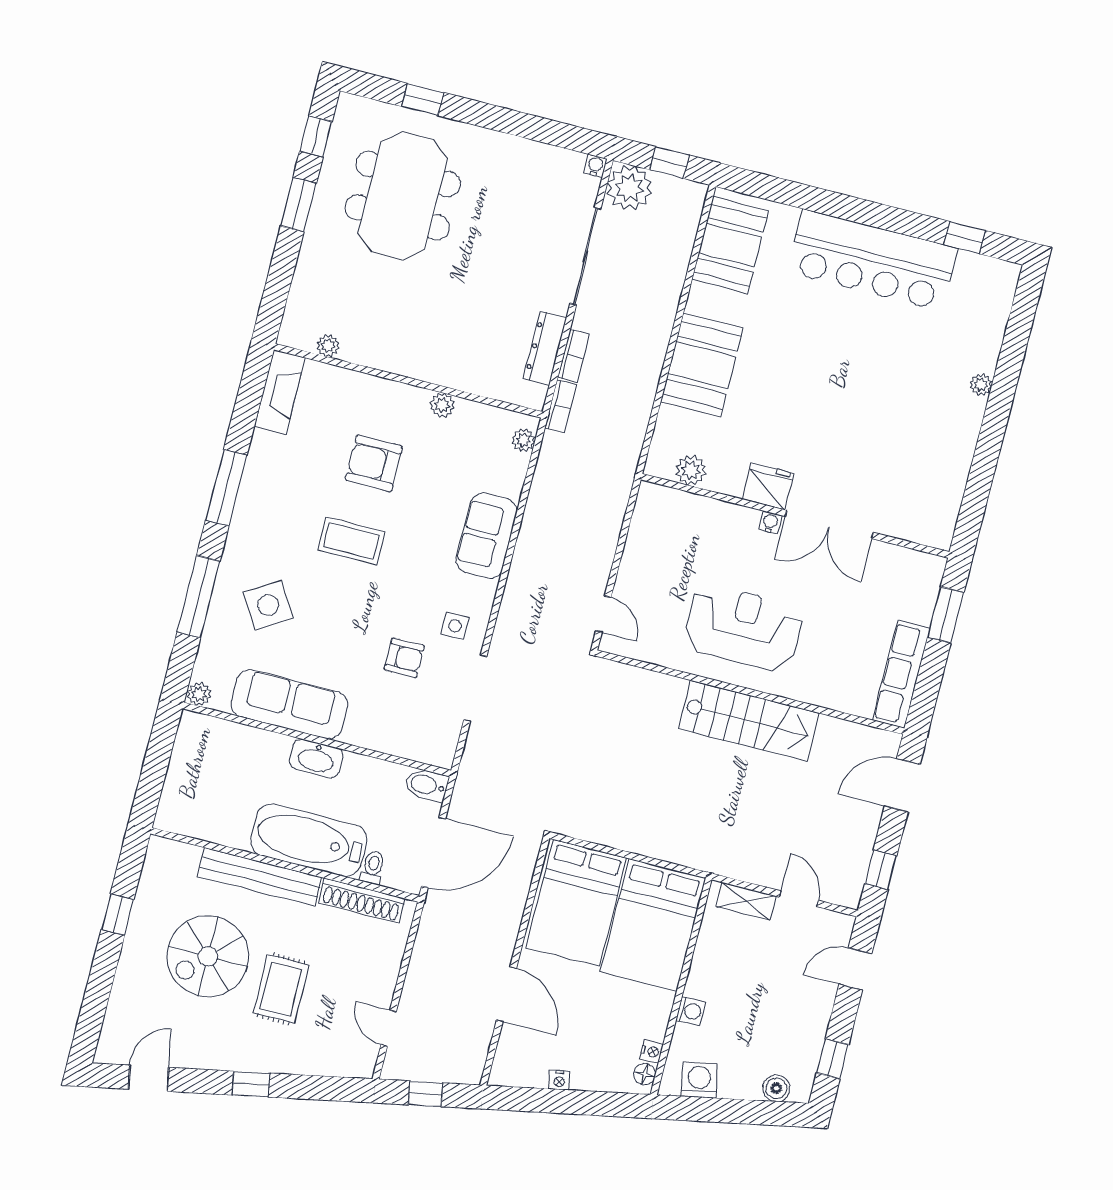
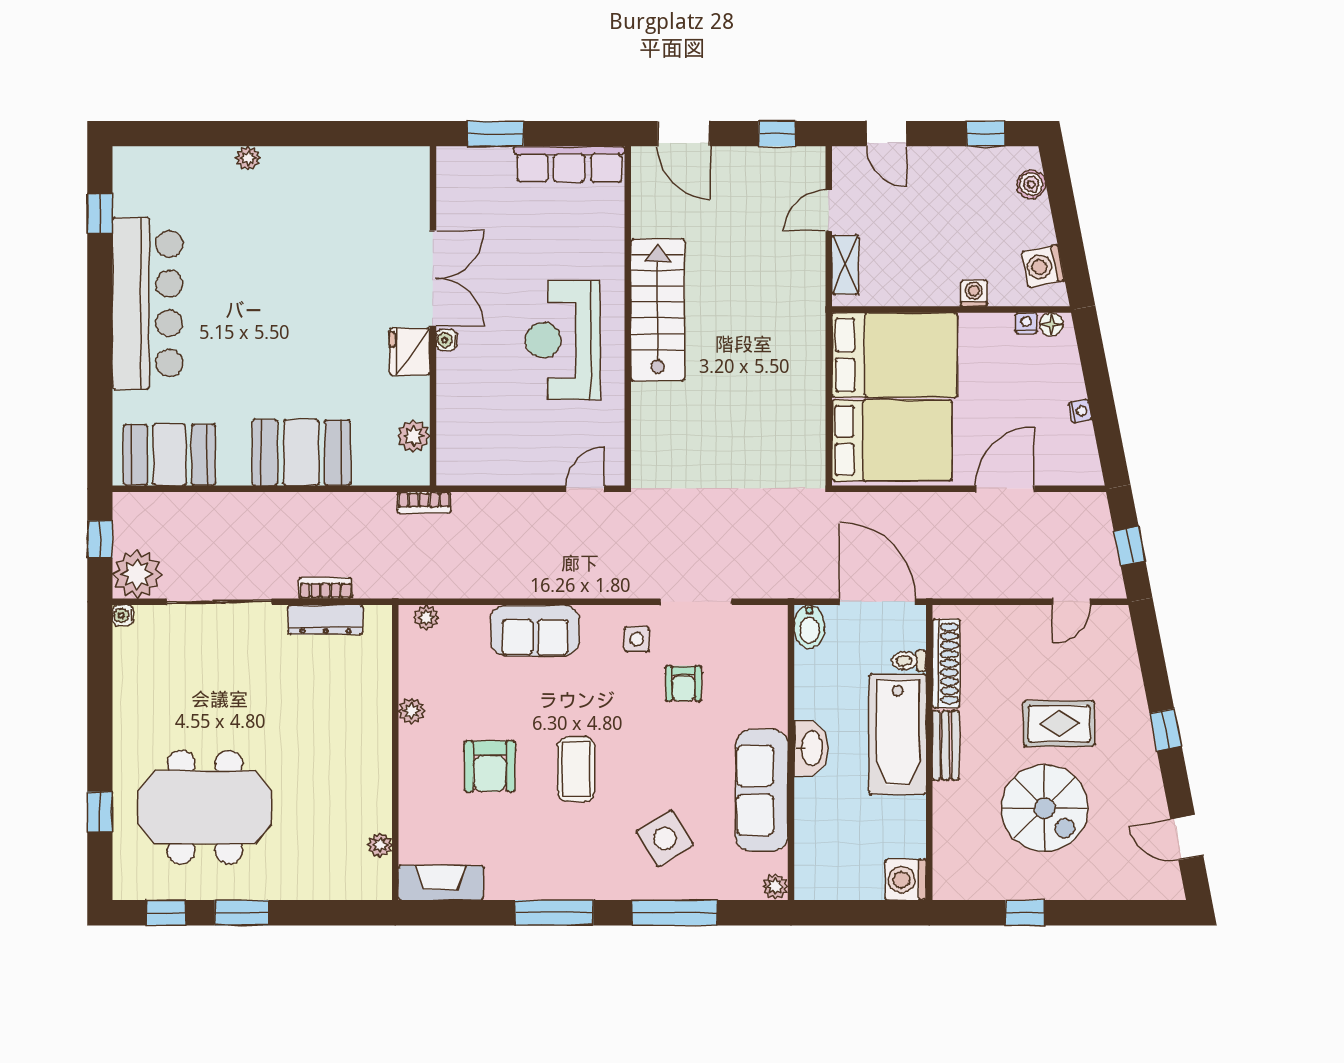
bookcase: (561, 406) -> (424, 502), moved, turned 180
armchair: (404, 658) -> (683, 684), turned 180
washing machine: (175, 814) -> (906, 880), added
bench: (260, 877) -> (946, 745), width x0.54, depth x0.82

